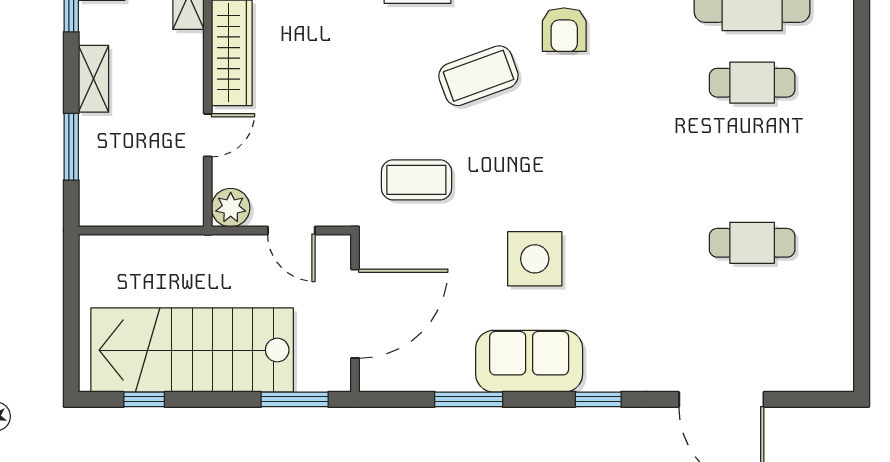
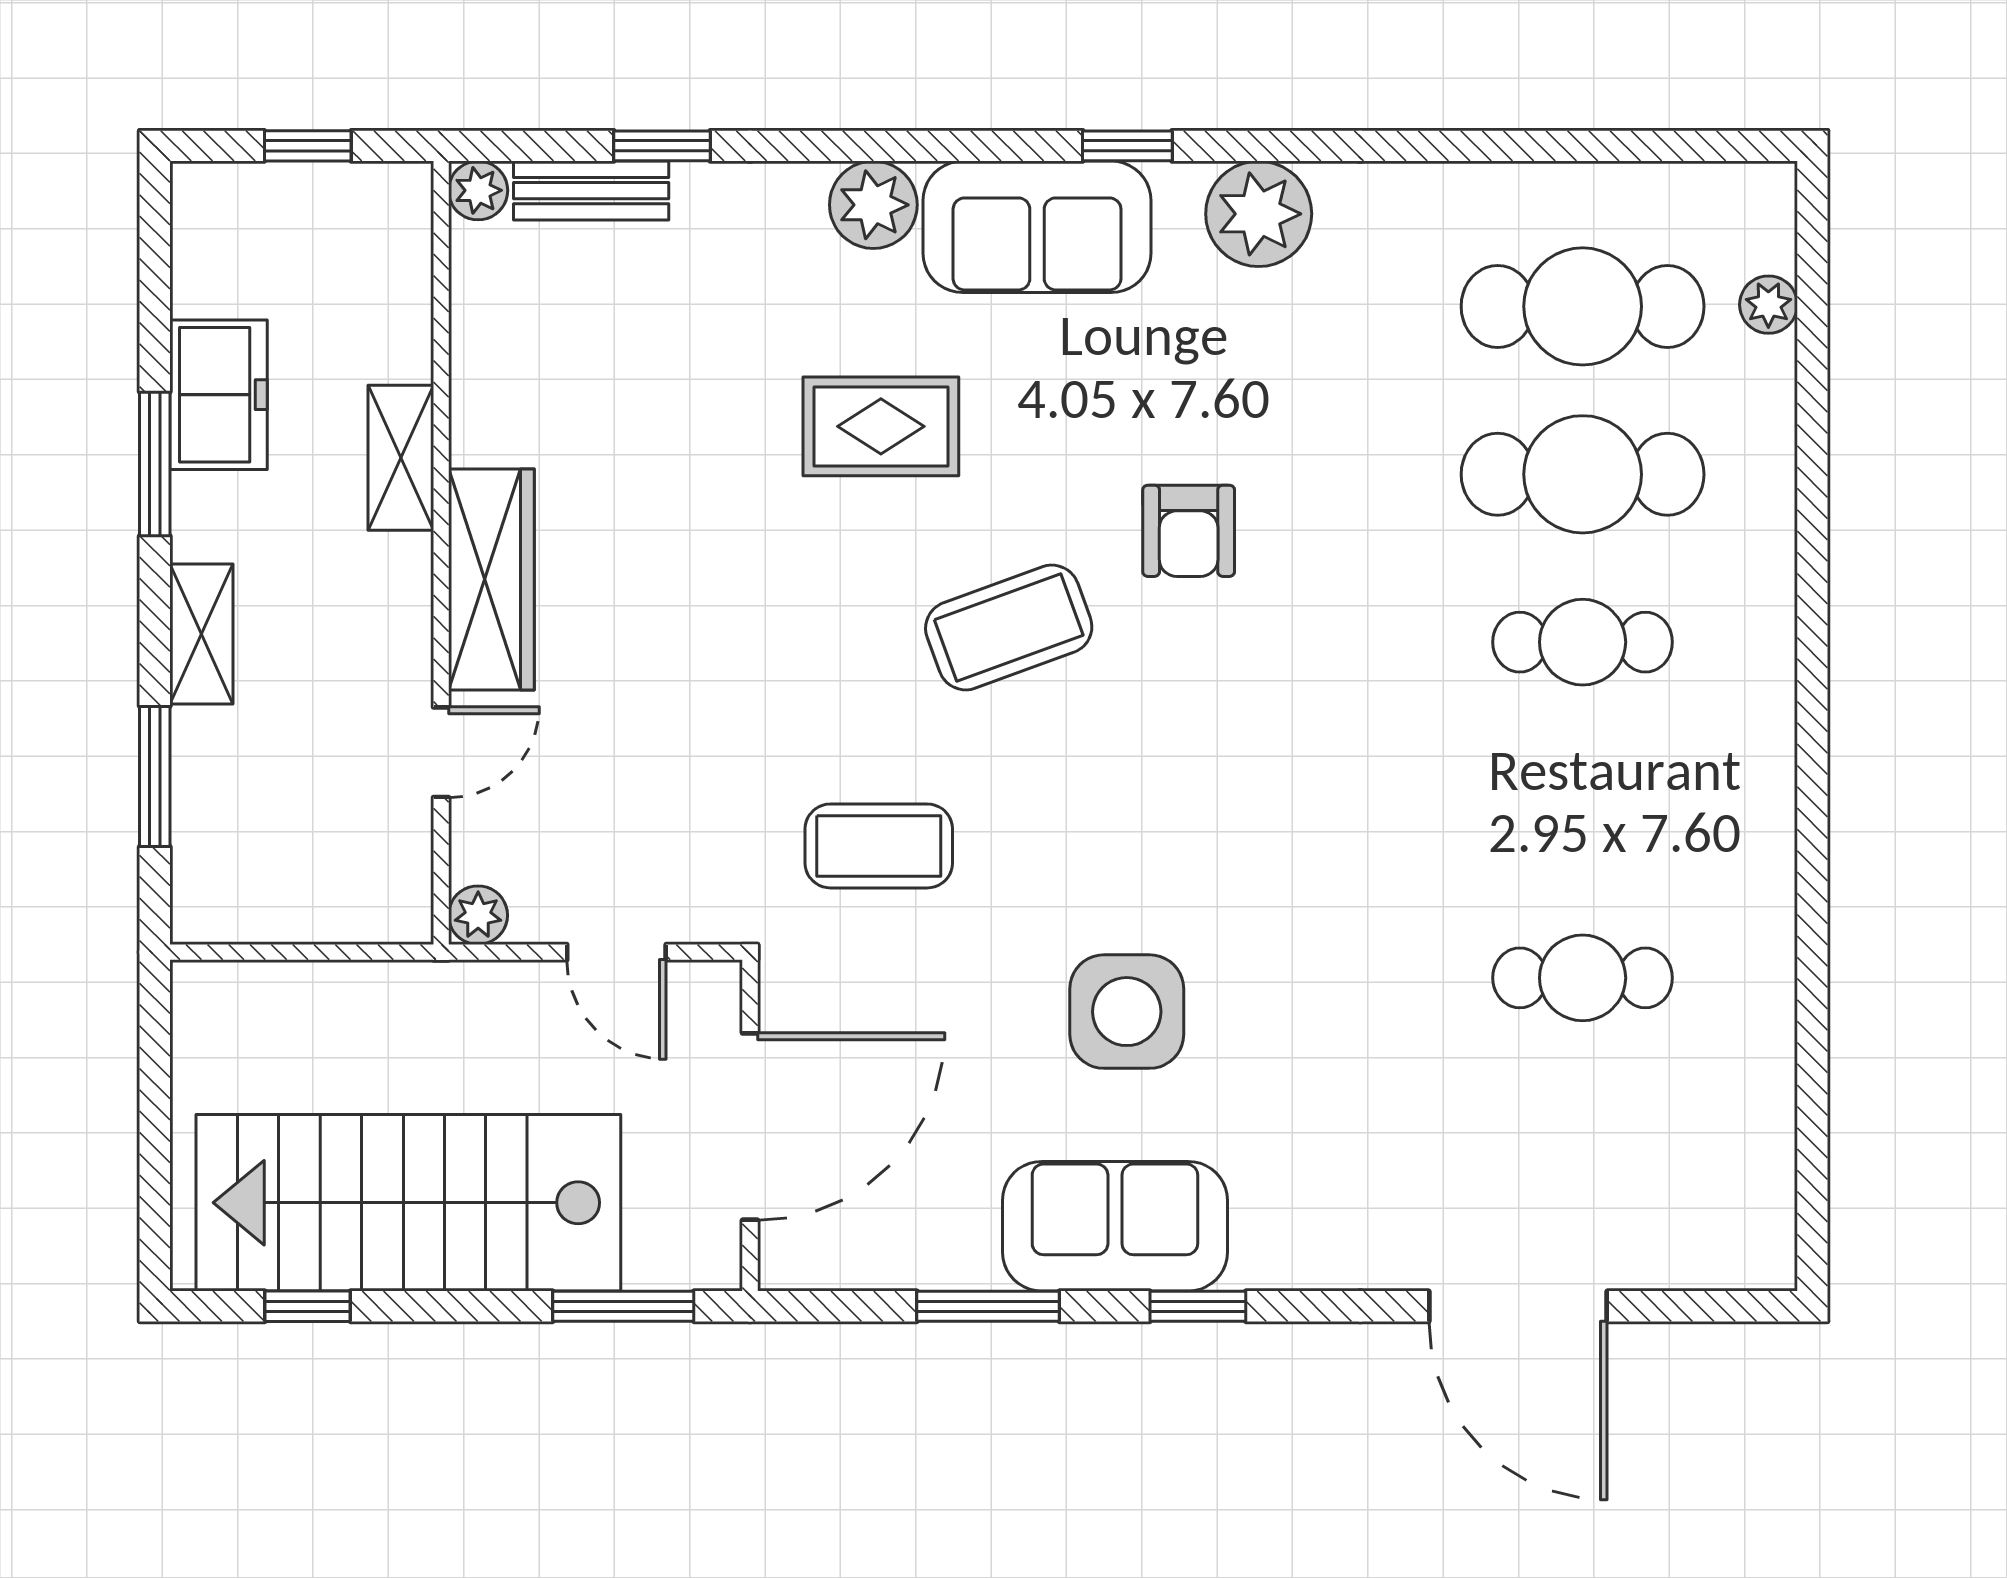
plant: (231, 208) -> (478, 915), width x0.73, depth x0.73
window: (598, 399) -> (1198, 1306), moved

